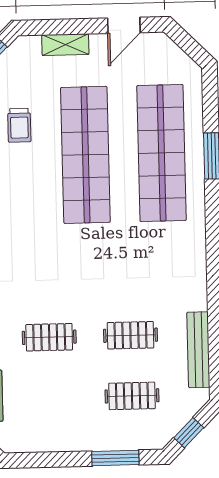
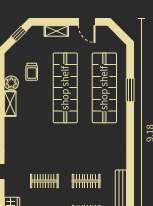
door: (124, 25) -> (87, 22), hinge flipped

